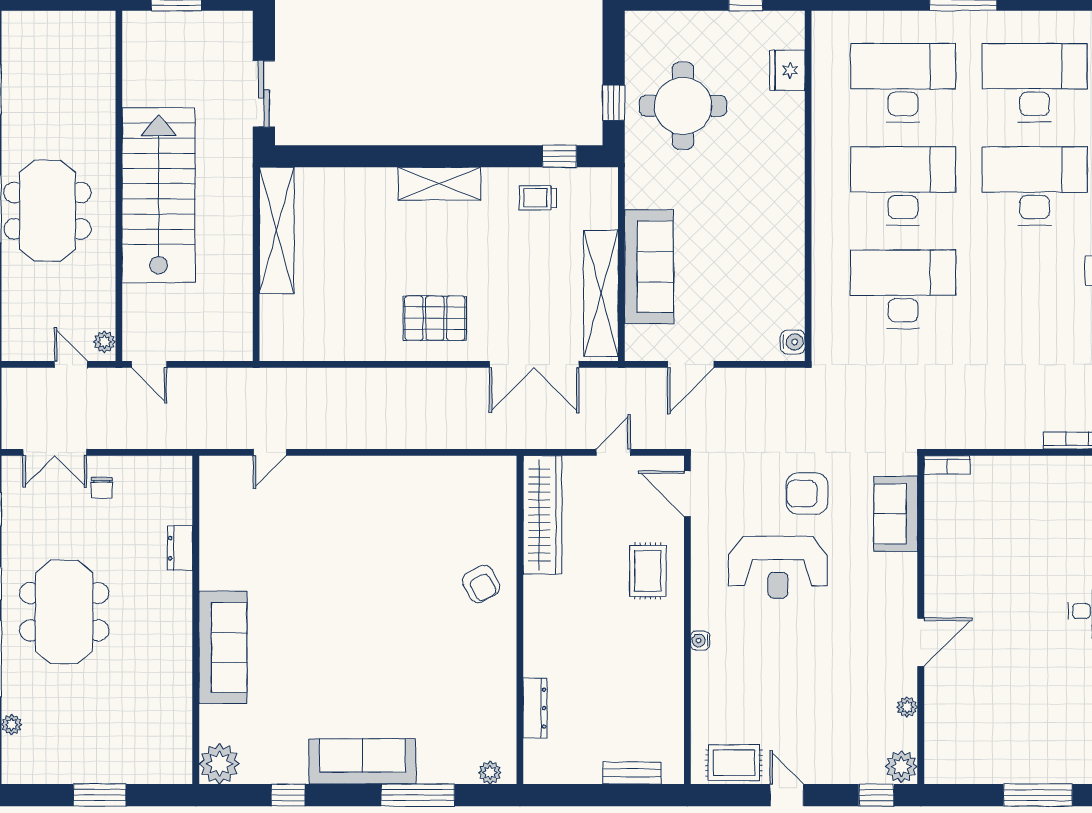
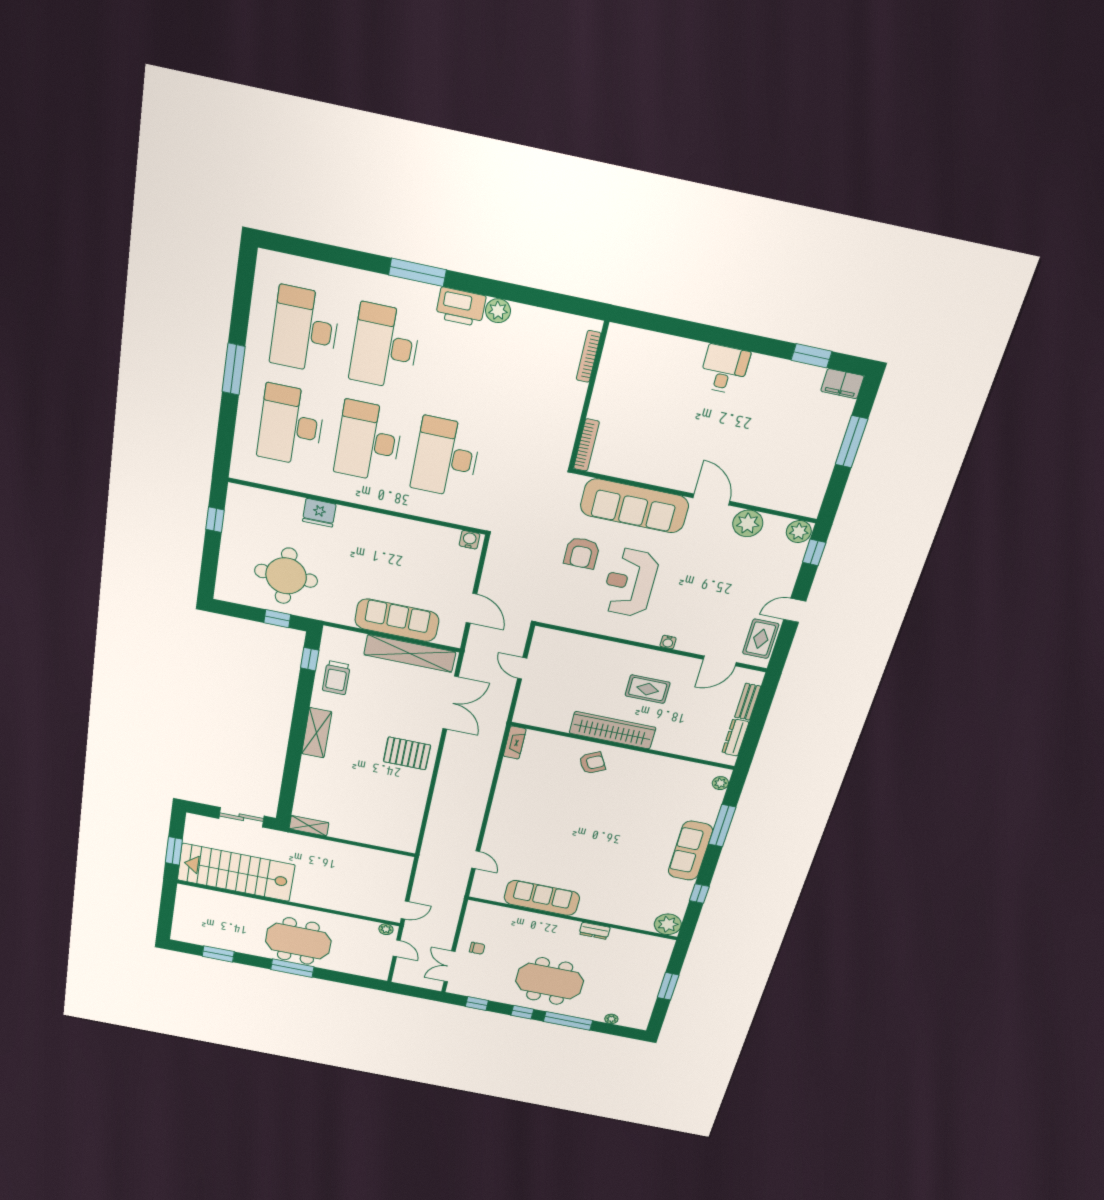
fridge: (787, 70) -> (319, 513), moved
stairs: (159, 195) -> (236, 872), moved
trolley: (538, 198) -> (336, 678), width x1.36, depth x1.39
shelving: (277, 230) -> (309, 826), width x0.45, depth x0.75
pallet: (435, 318) -> (407, 753), turned 90
door: (71, 364) -> (397, 948), swing flipped
double door: (55, 452) -> (450, 967), swing flipped
bookcase: (947, 465) -> (586, 445), width x1.56
fireplace: (489, 467) -> (515, 743), added
door: (687, 494) -> (720, 661), moved
sofa: (896, 514) -> (634, 506), width x1.85, depth x1.27
wardrobe: (542, 515) -> (612, 730), moved
dresser: (180, 548) -> (595, 931), moved
reception desk: (778, 567) -> (630, 583), turned 180
rug: (648, 571) -> (648, 689), moved
sofa: (223, 647) -> (542, 898), moved
plant: (907, 707) -> (748, 523), width x1.88, depth x1.88
dresser: (535, 708) -> (735, 737), moved, turned -90

